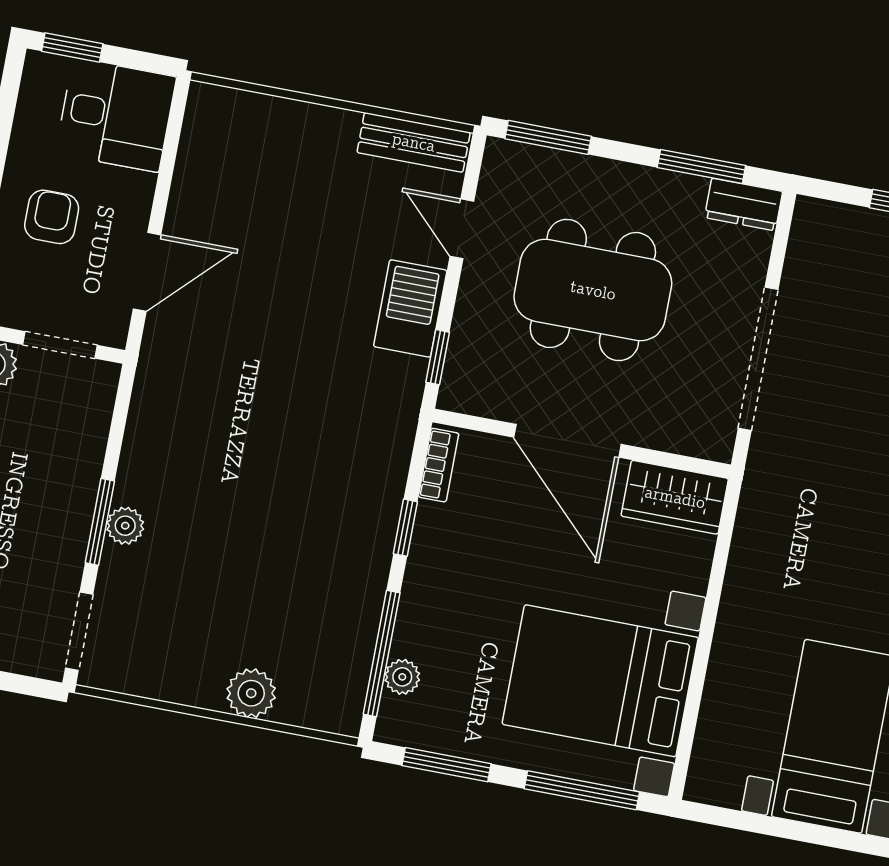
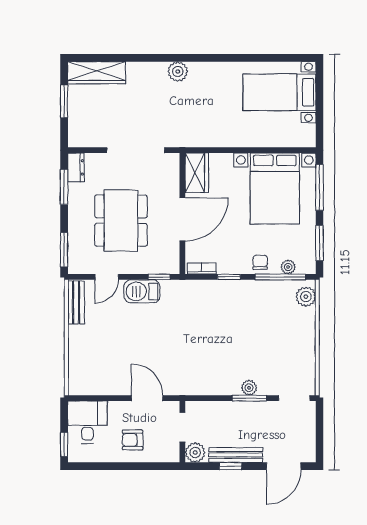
chair: (427, 611) -> (260, 262), added
plant: (251, 693) -> (306, 297), moved

